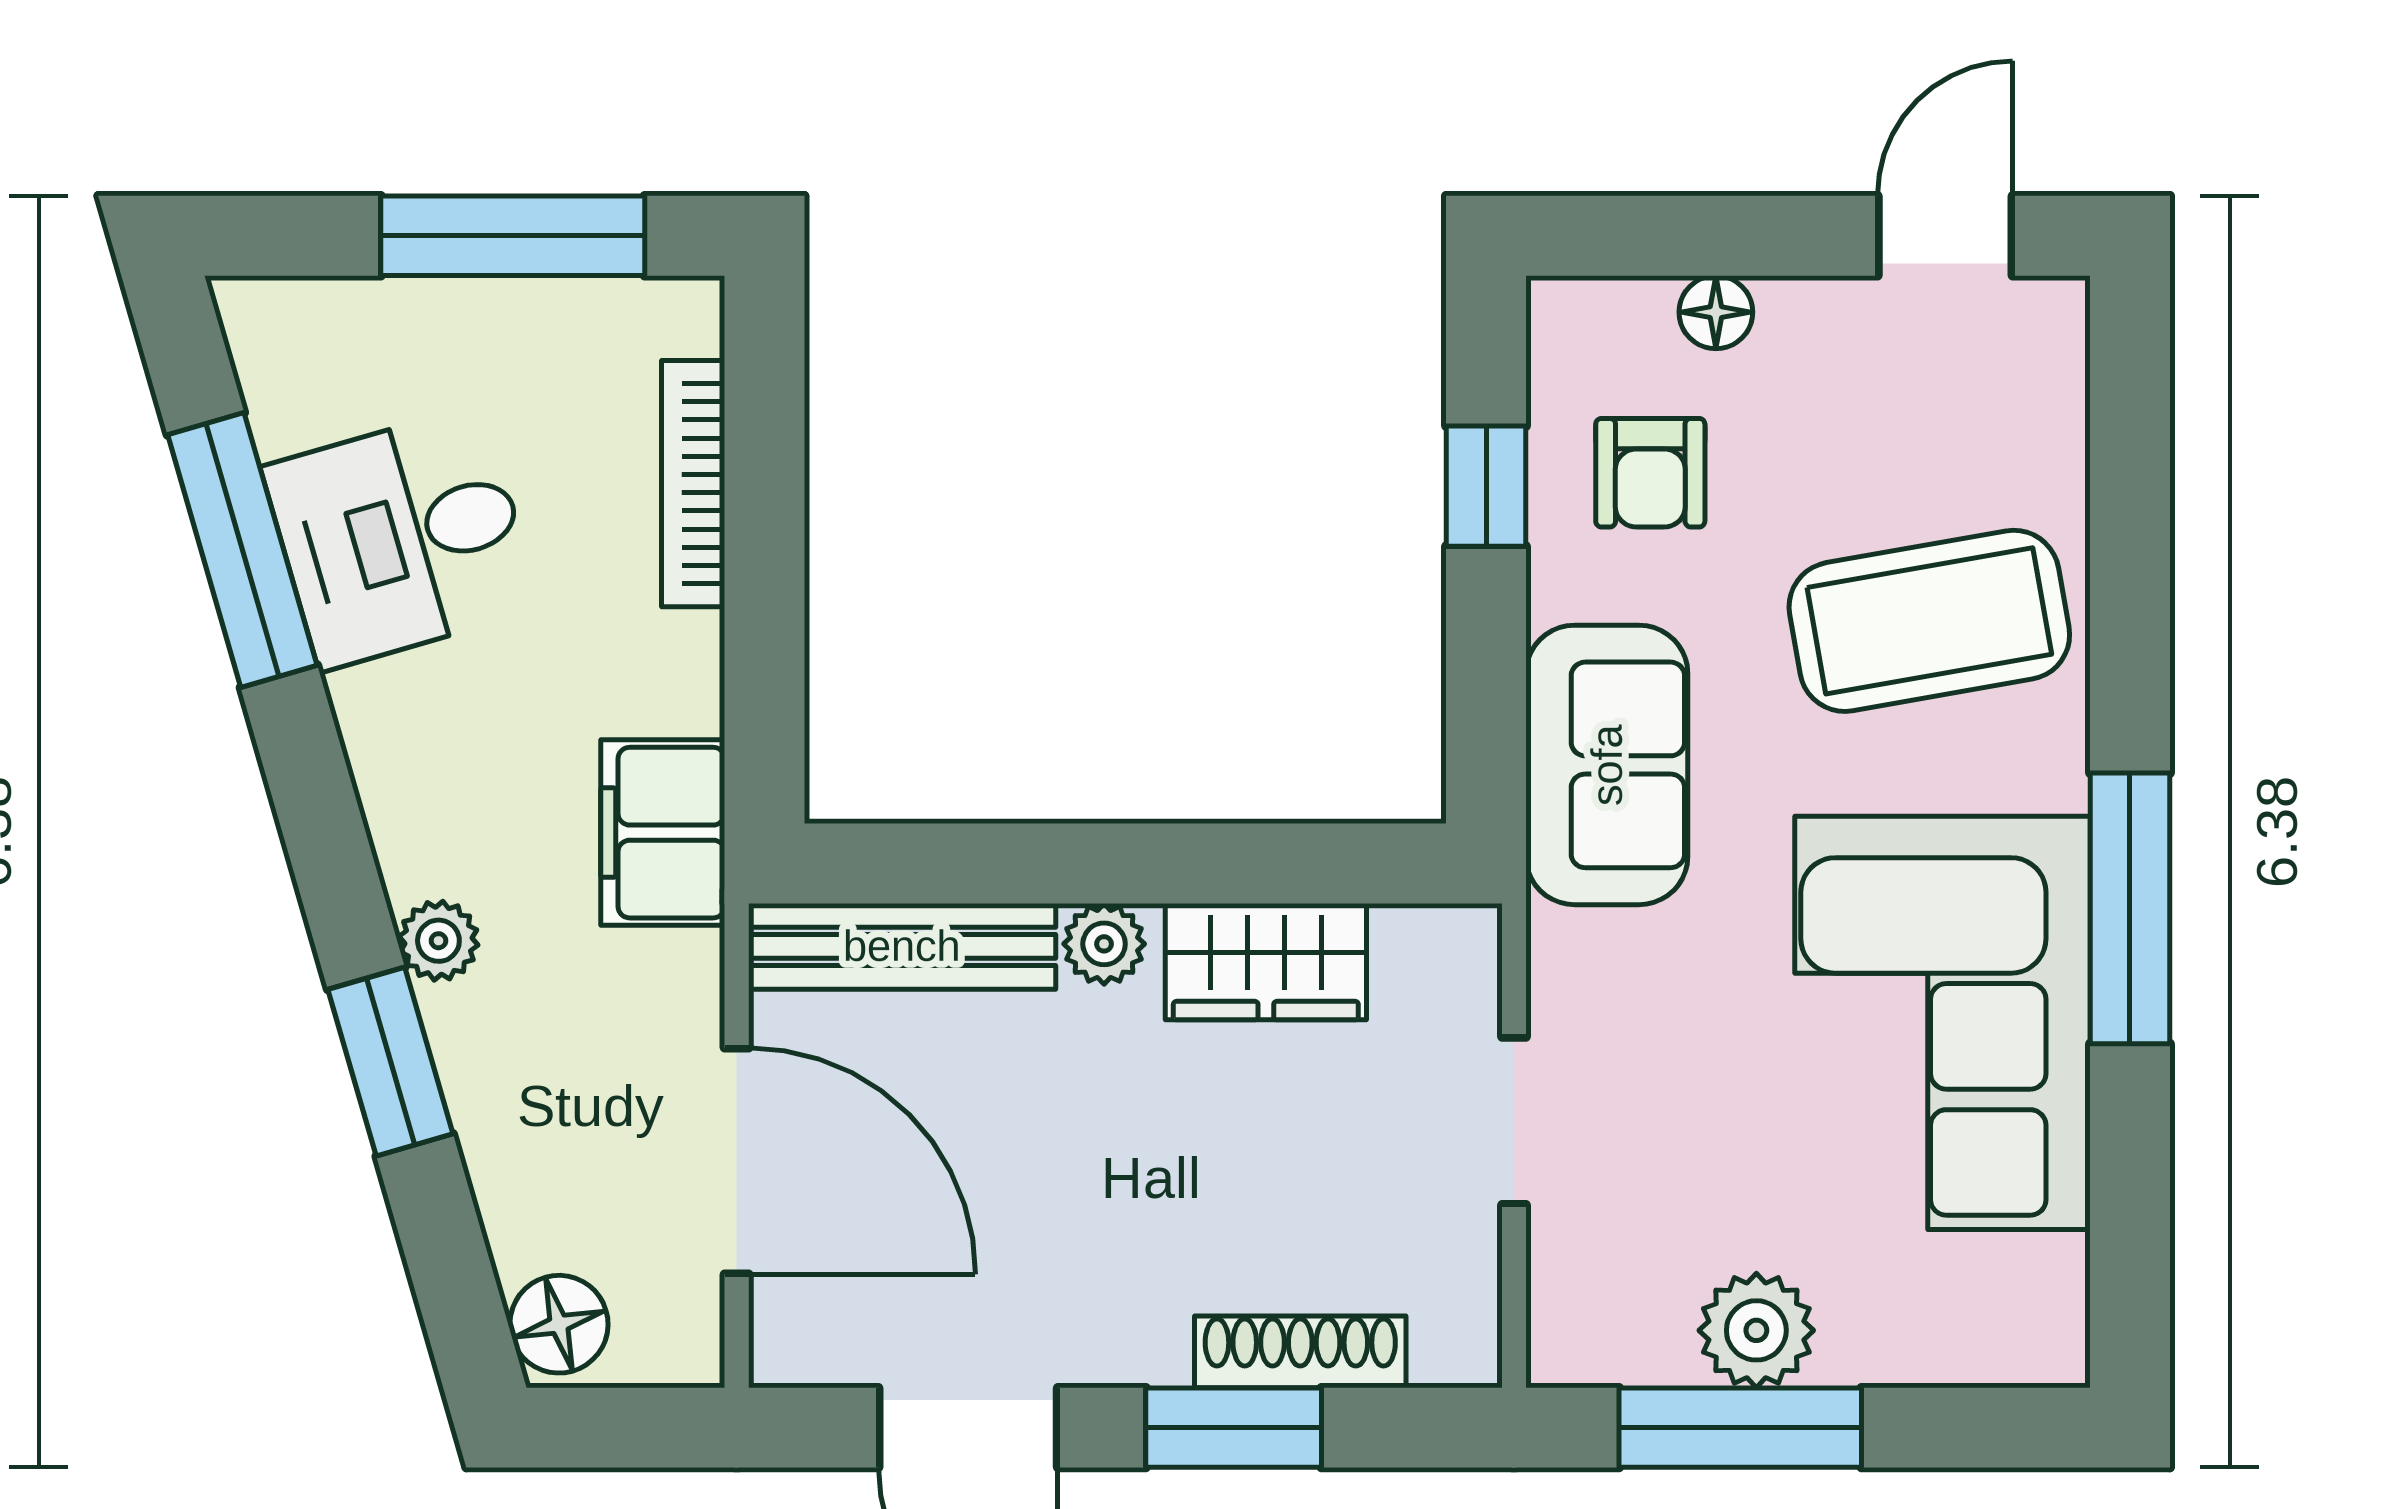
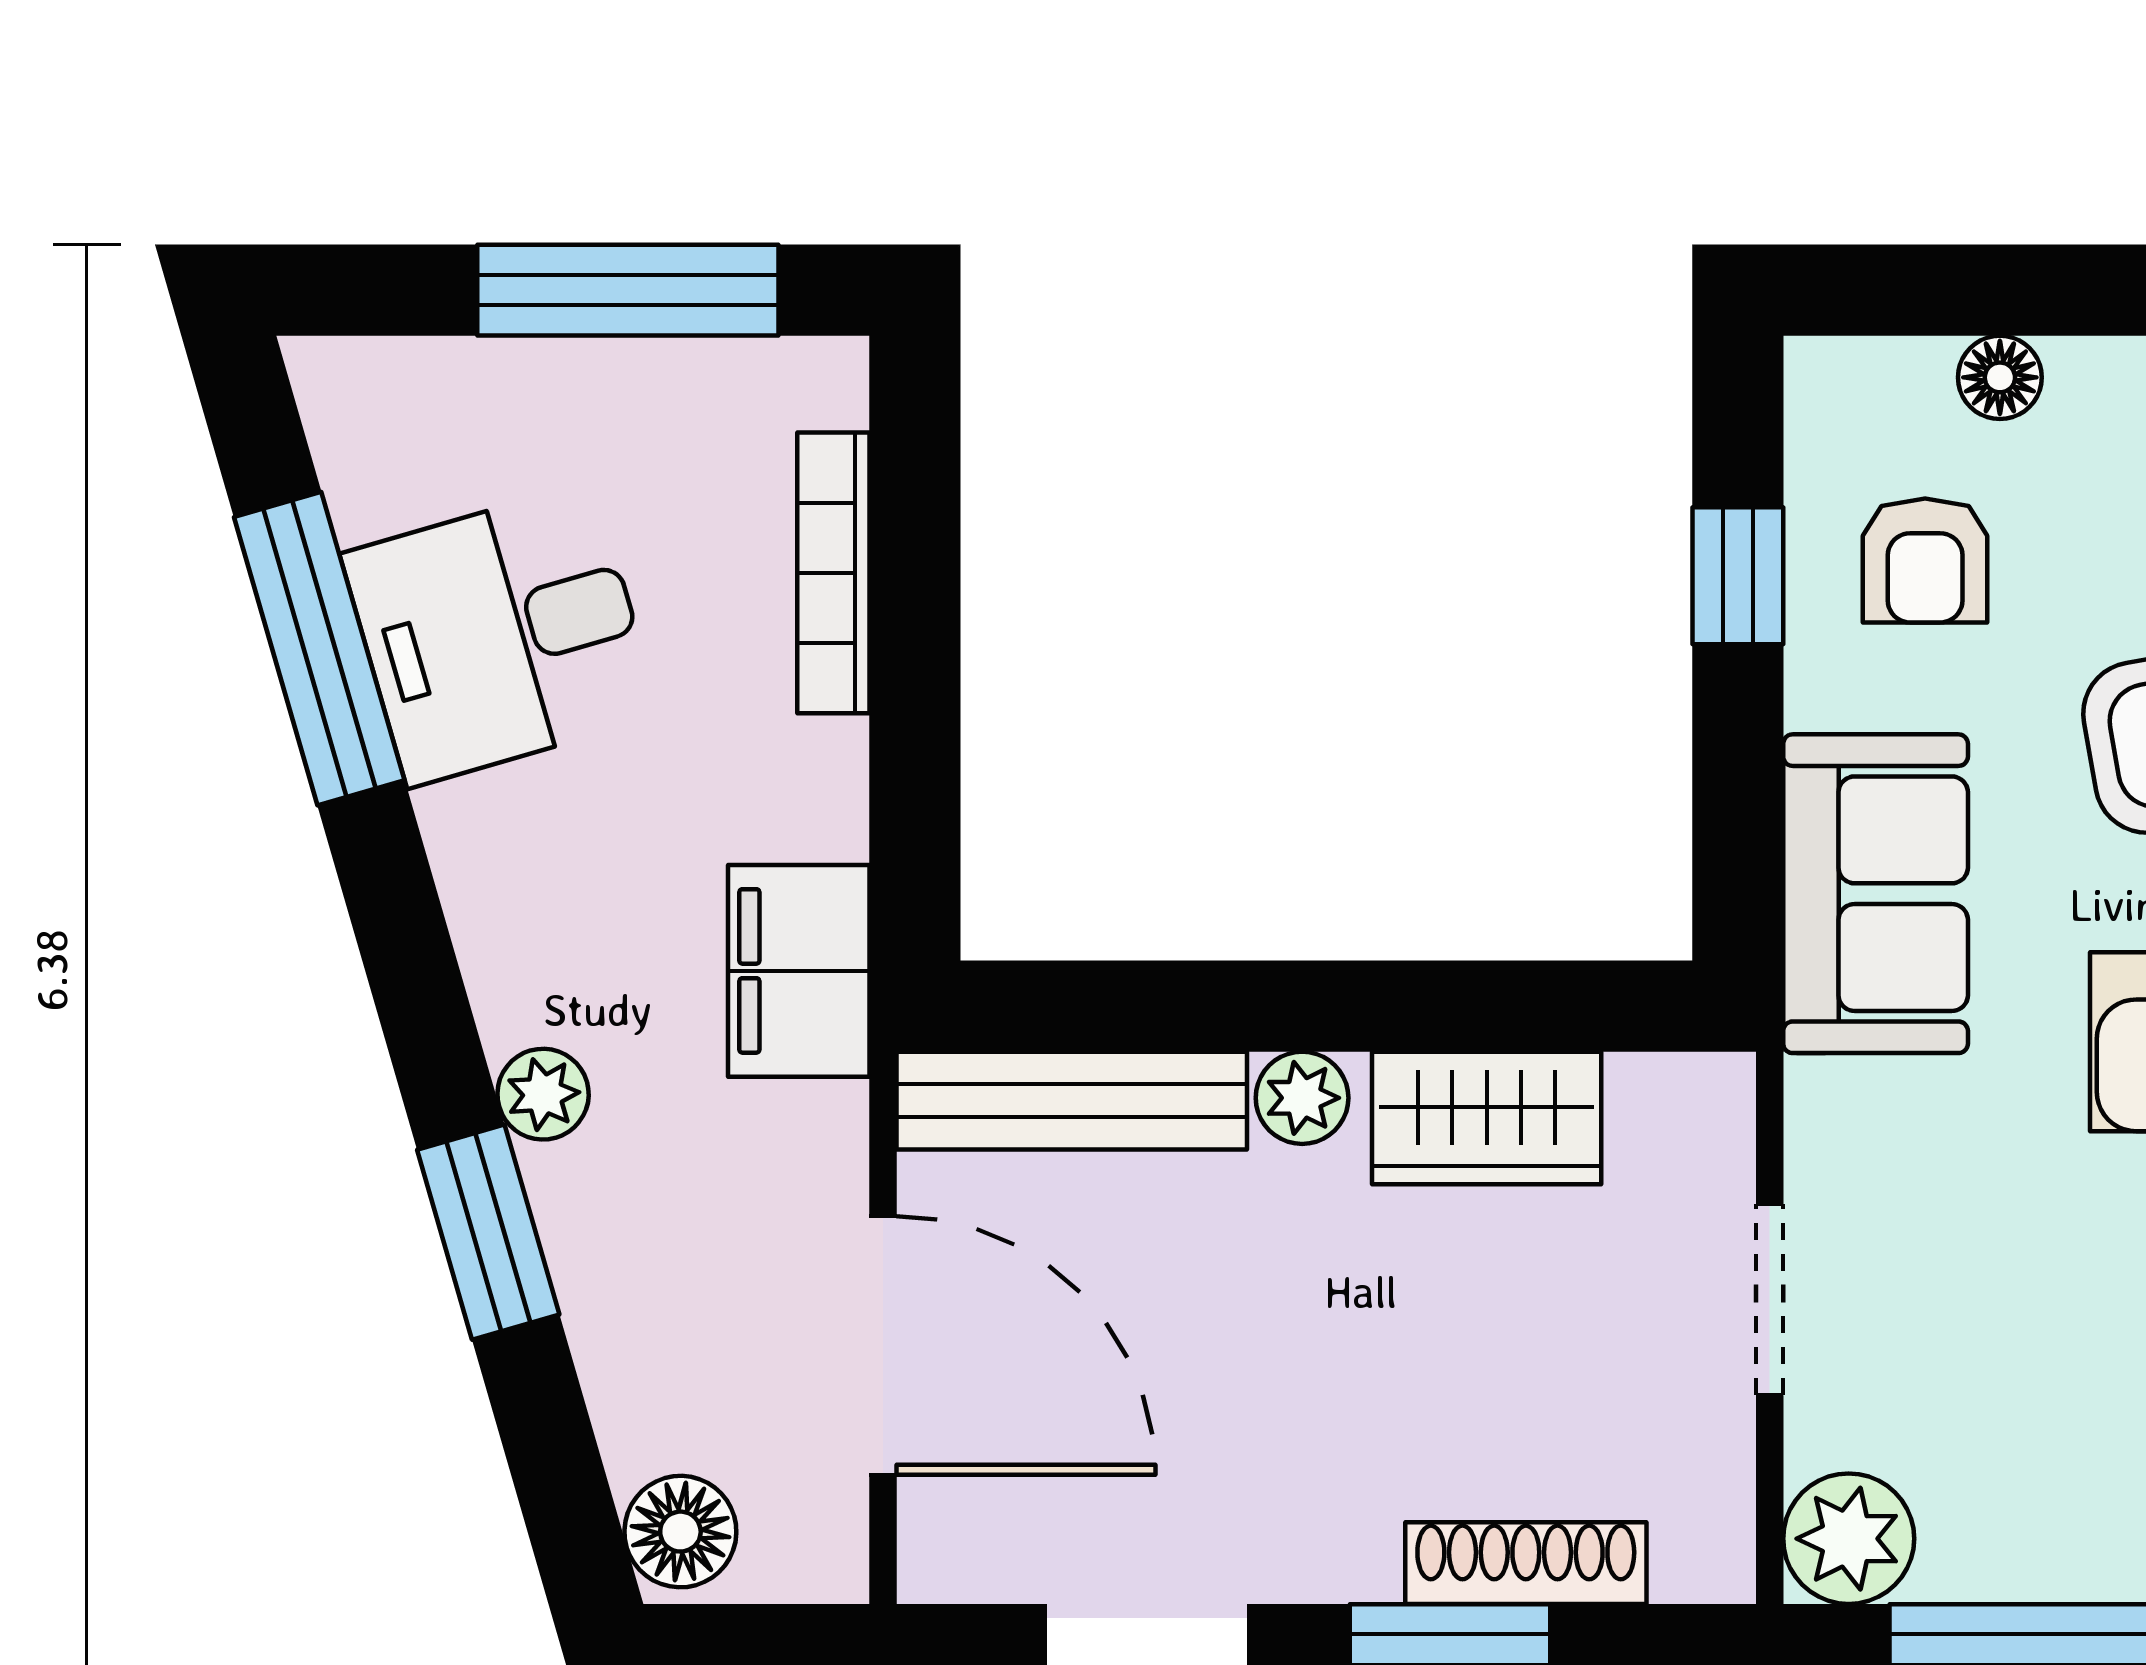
plant: (1756, 1330) -> (1849, 1539), moved

